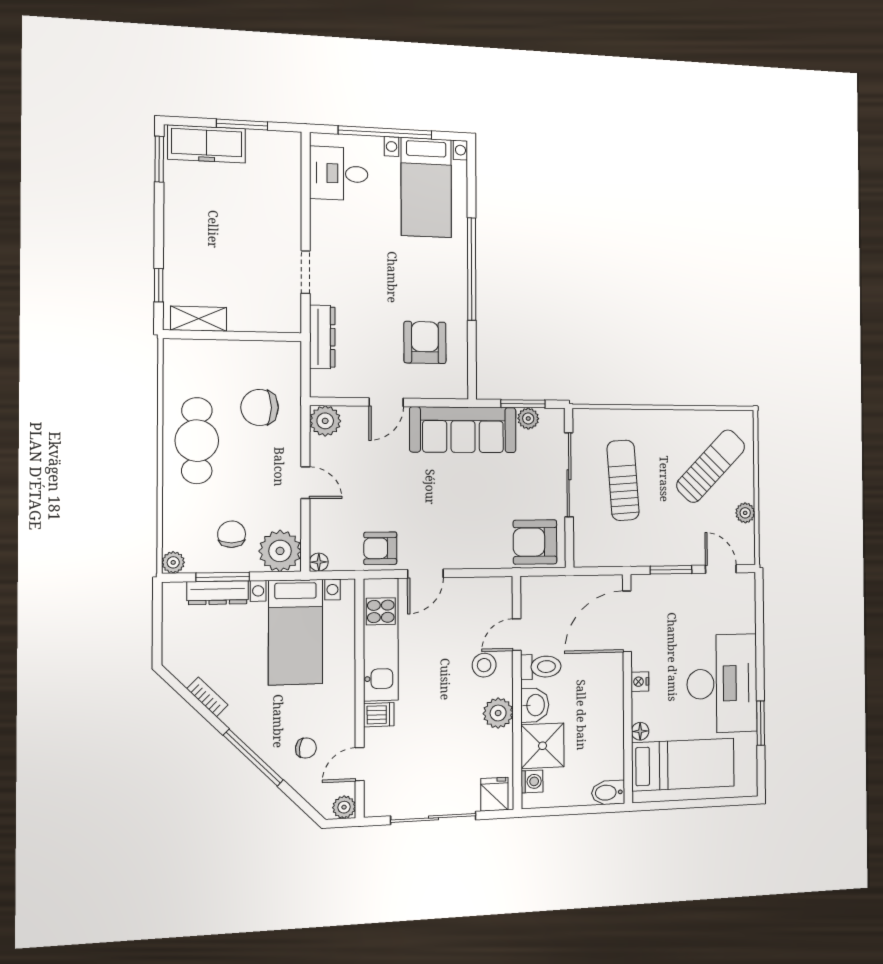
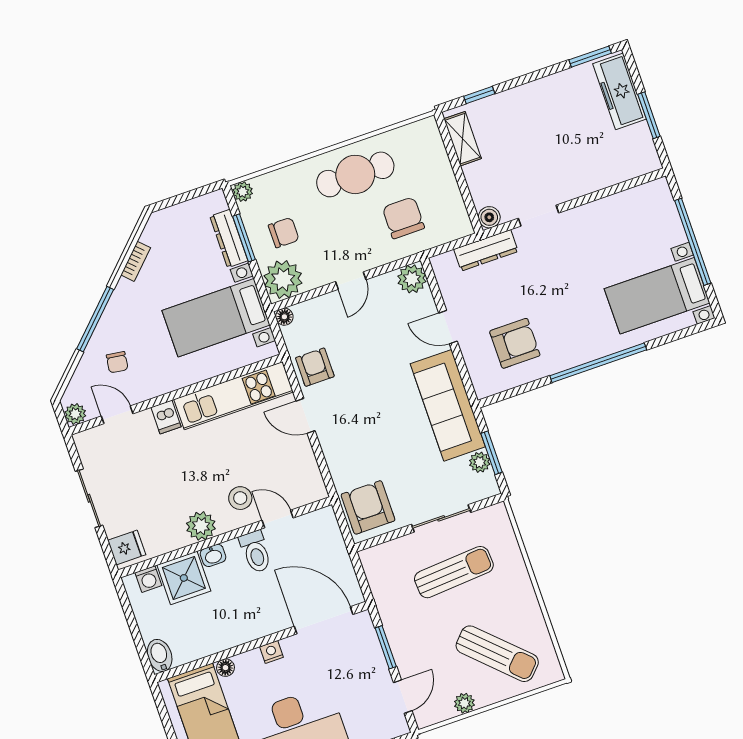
desk: (339, 174) -> (639, 214), removed
boiler: (290, 321) -> (489, 217), added
sliding door: (569, 475) -> (441, 518), width x0.73
washbasin: (535, 705) -> (213, 555), width x0.72, depth x0.69
sliding door: (433, 818) -> (89, 498), width x0.73

